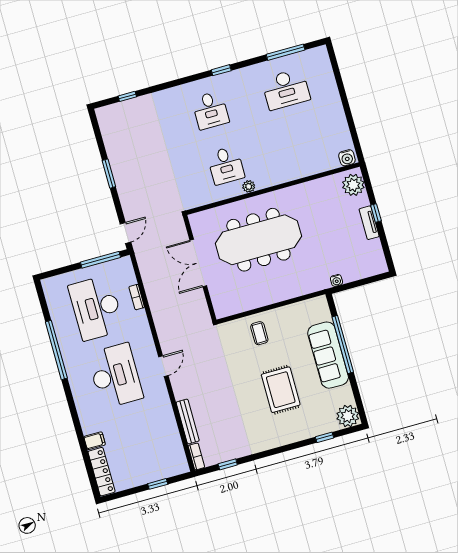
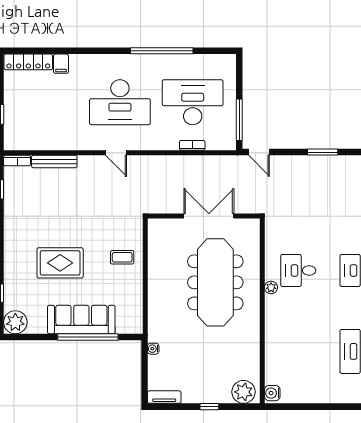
tv unit: (369, 223) -> (164, 397), moved

